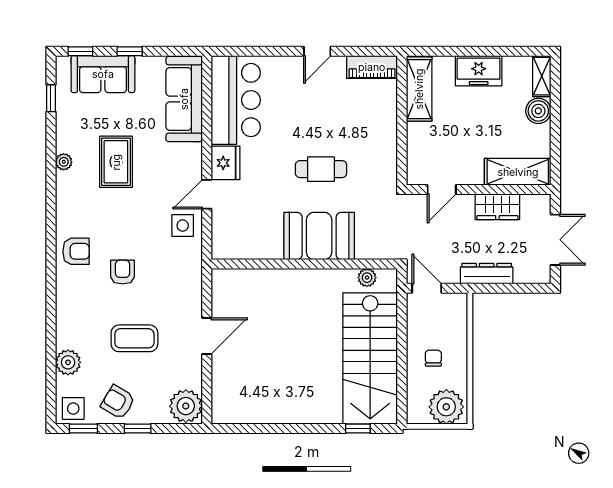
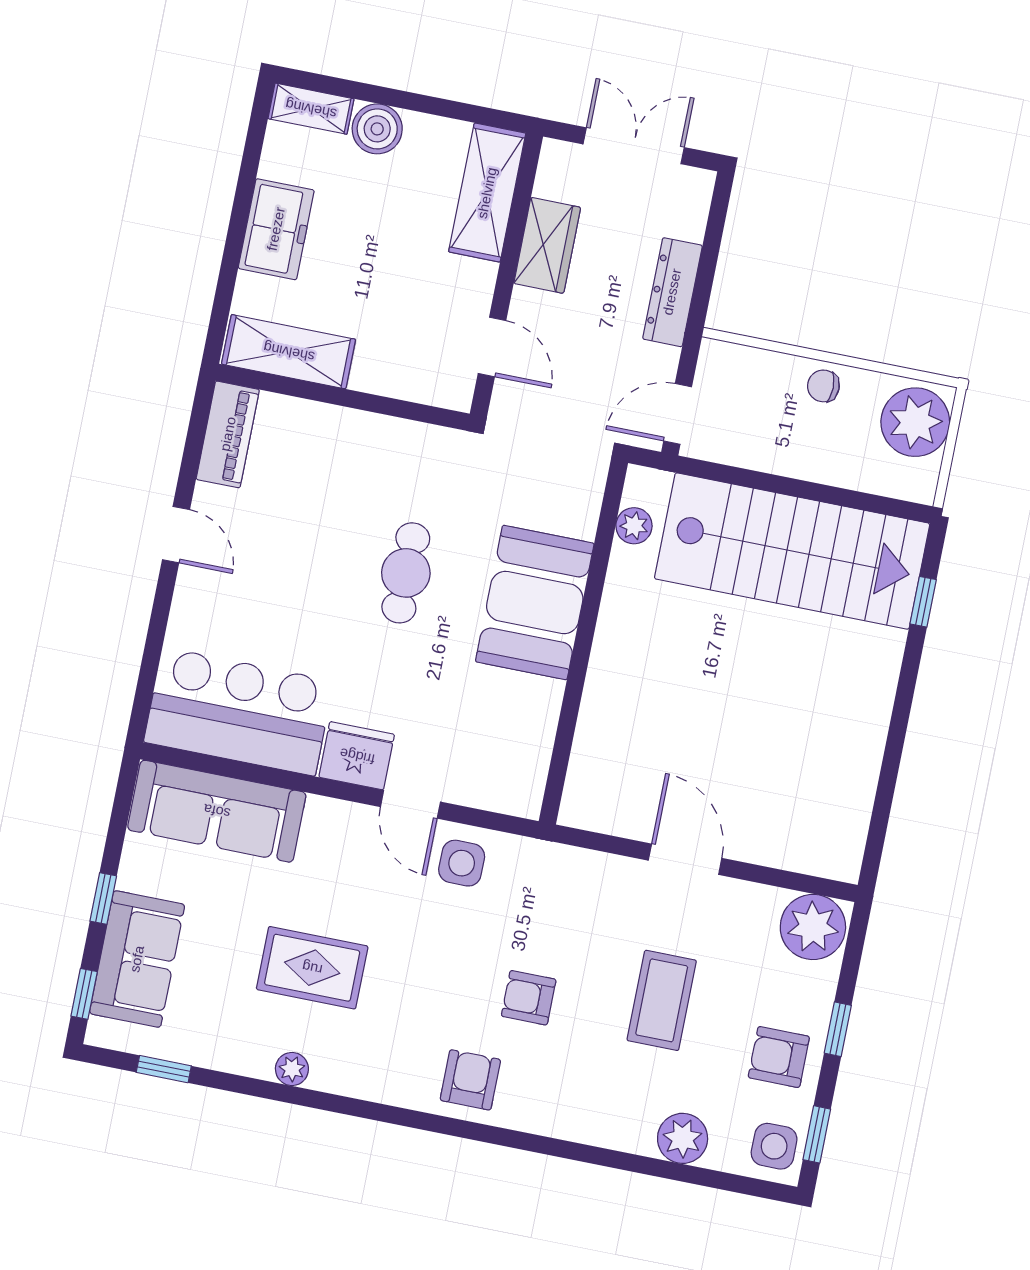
chair: (433, 358) -> (823, 386), moved
armchair: (118, 402) -> (779, 1057), turned 59

